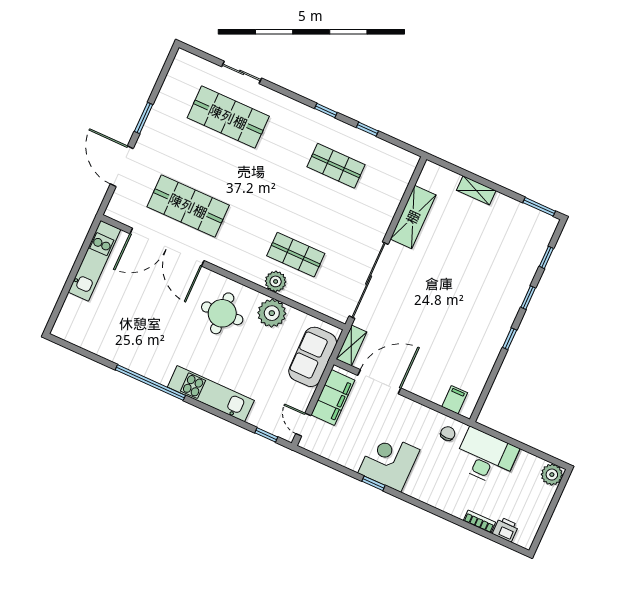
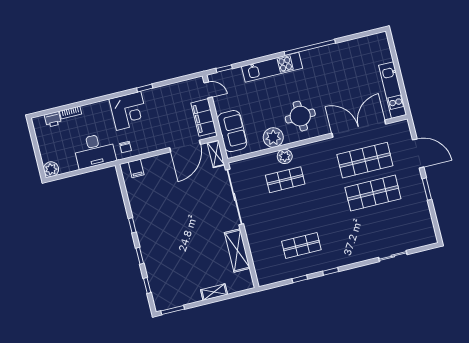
shop shelf: (228, 117) -> (373, 193), moved
corner desk: (389, 461) -> (129, 111), moved

